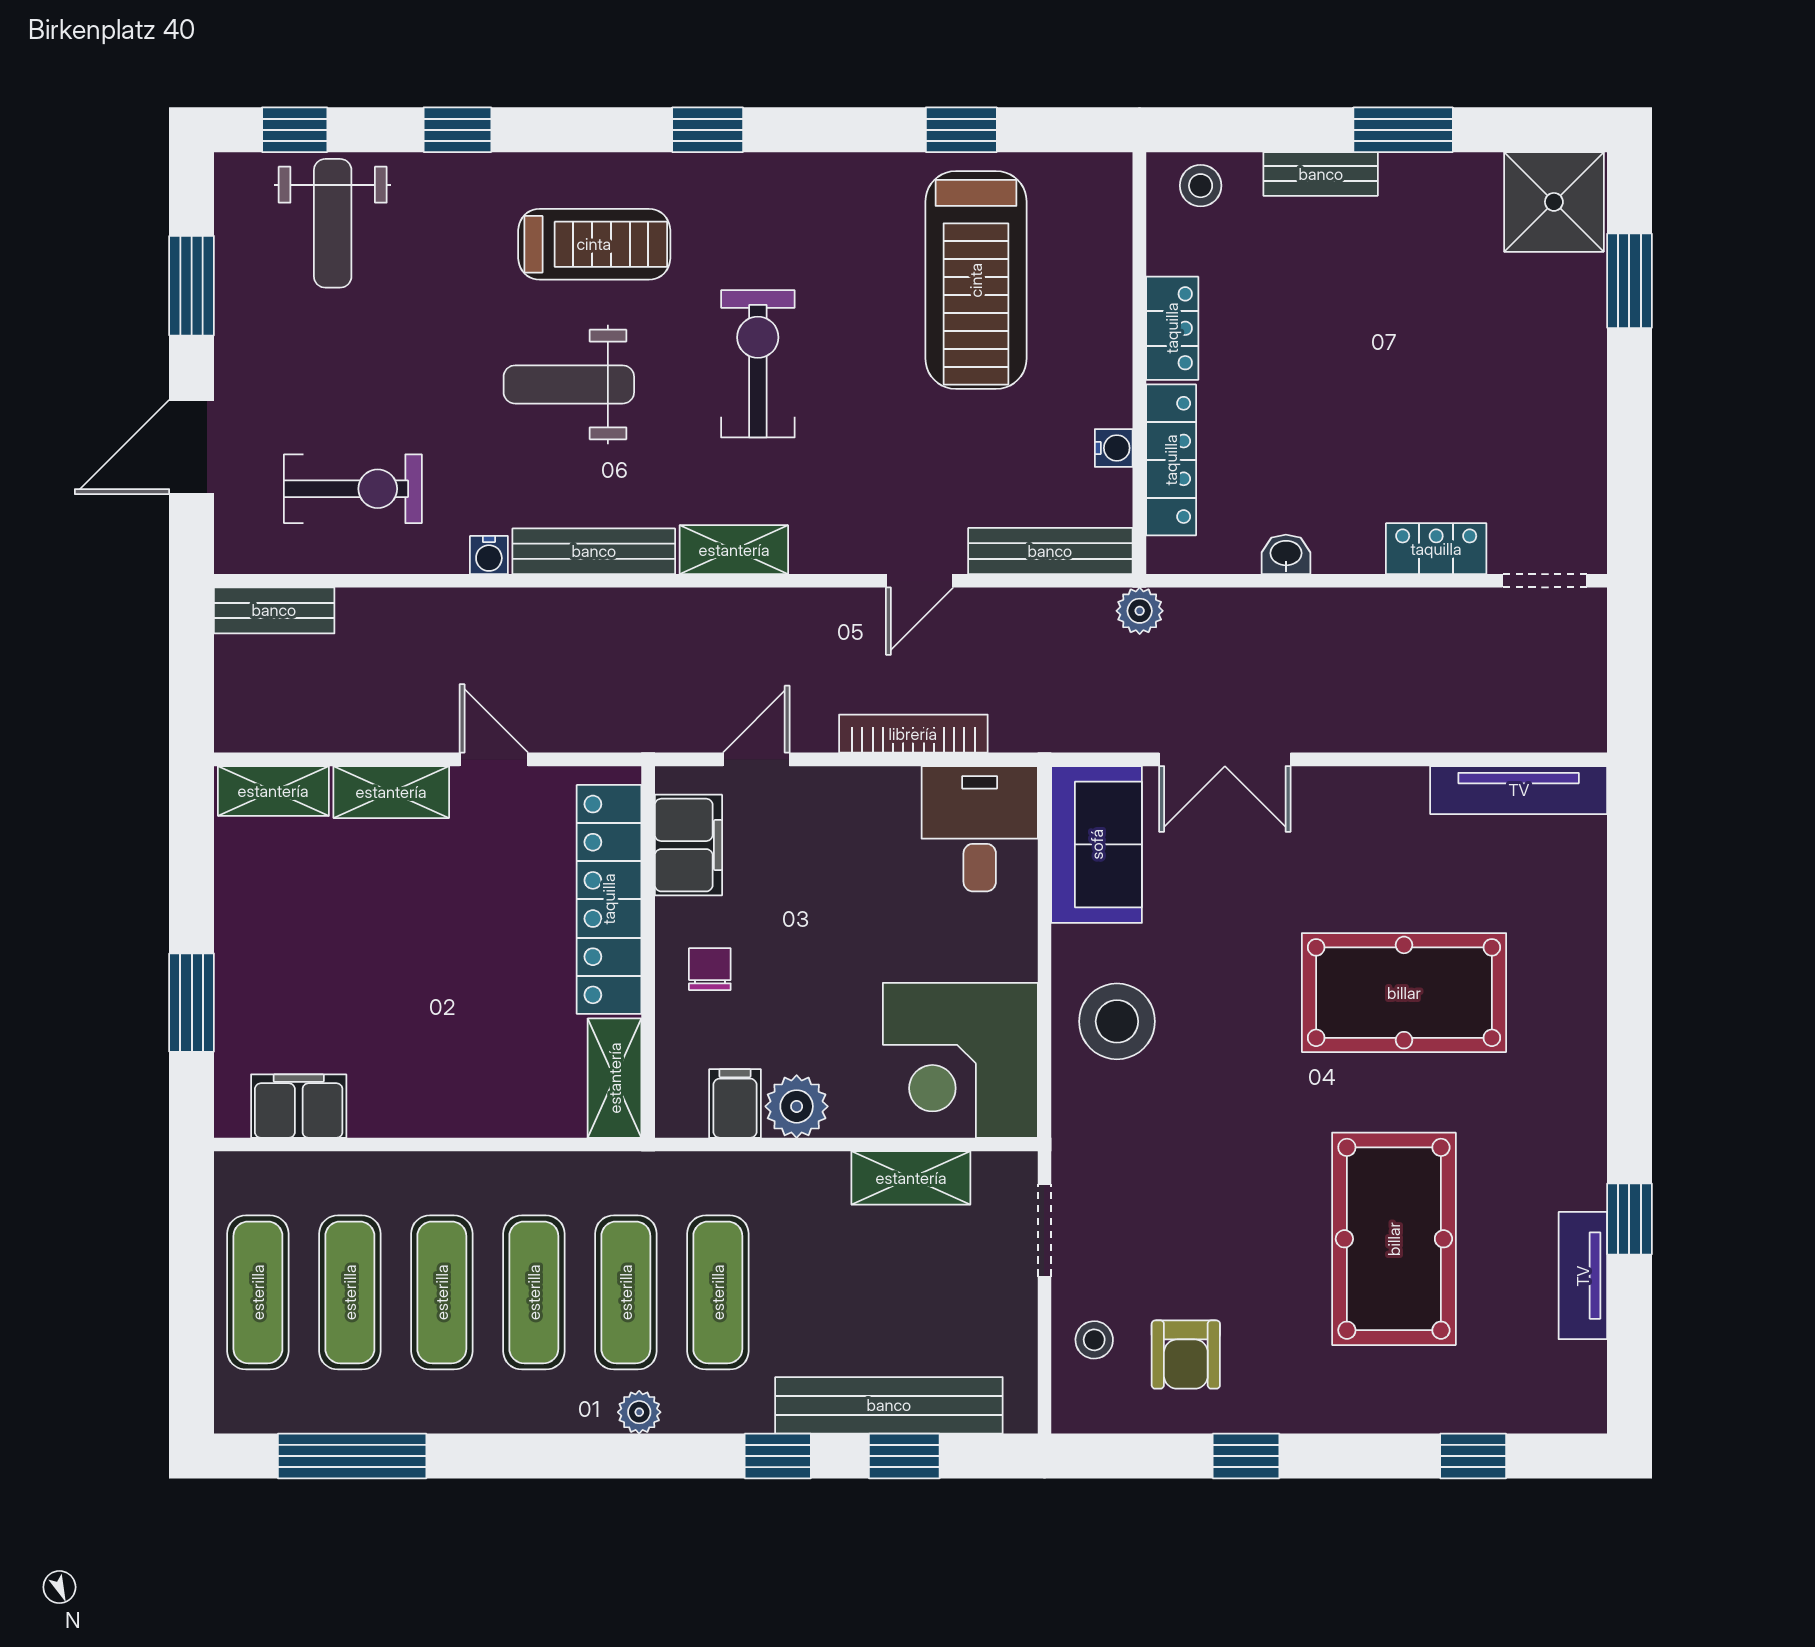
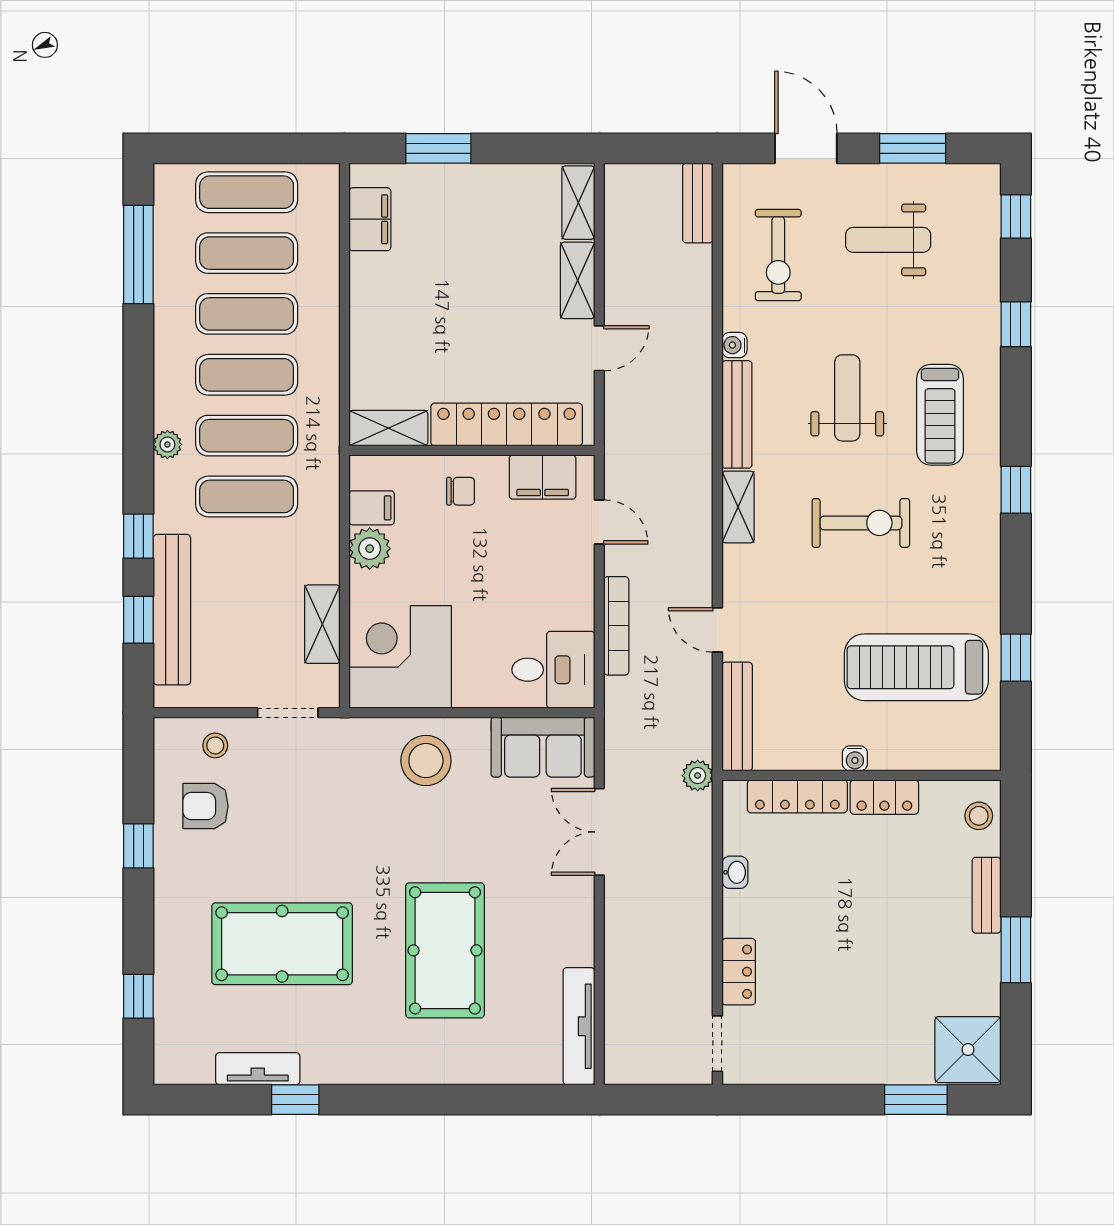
weight bench: (333, 223) -> (888, 240), moved
water cooler: (1114, 448) -> (855, 758), moved

